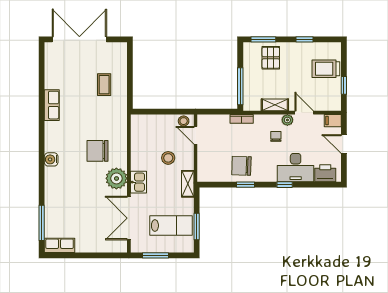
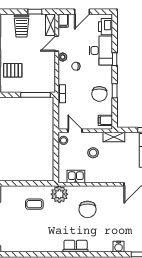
row of seats: (52, 105) -> (76, 246), moved
shelving: (275, 105) -> (51, 25), moved
door: (196, 135) -> (75, 131), swing flipped
water cooler: (51, 159) -> (119, 247), moved
filing cabinet: (209, 173) -> (105, 120), added
plant: (116, 178) -> (59, 194), moved
kitchen sink: (138, 182) -> (76, 177), moved

